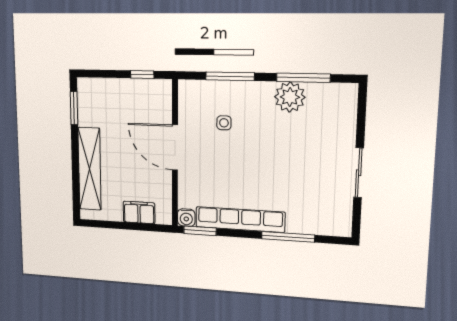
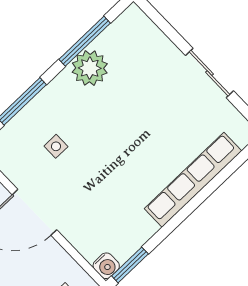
row of seats: (240, 220) -> (193, 180), moved
window: (288, 237) -> (209, 189), removed

